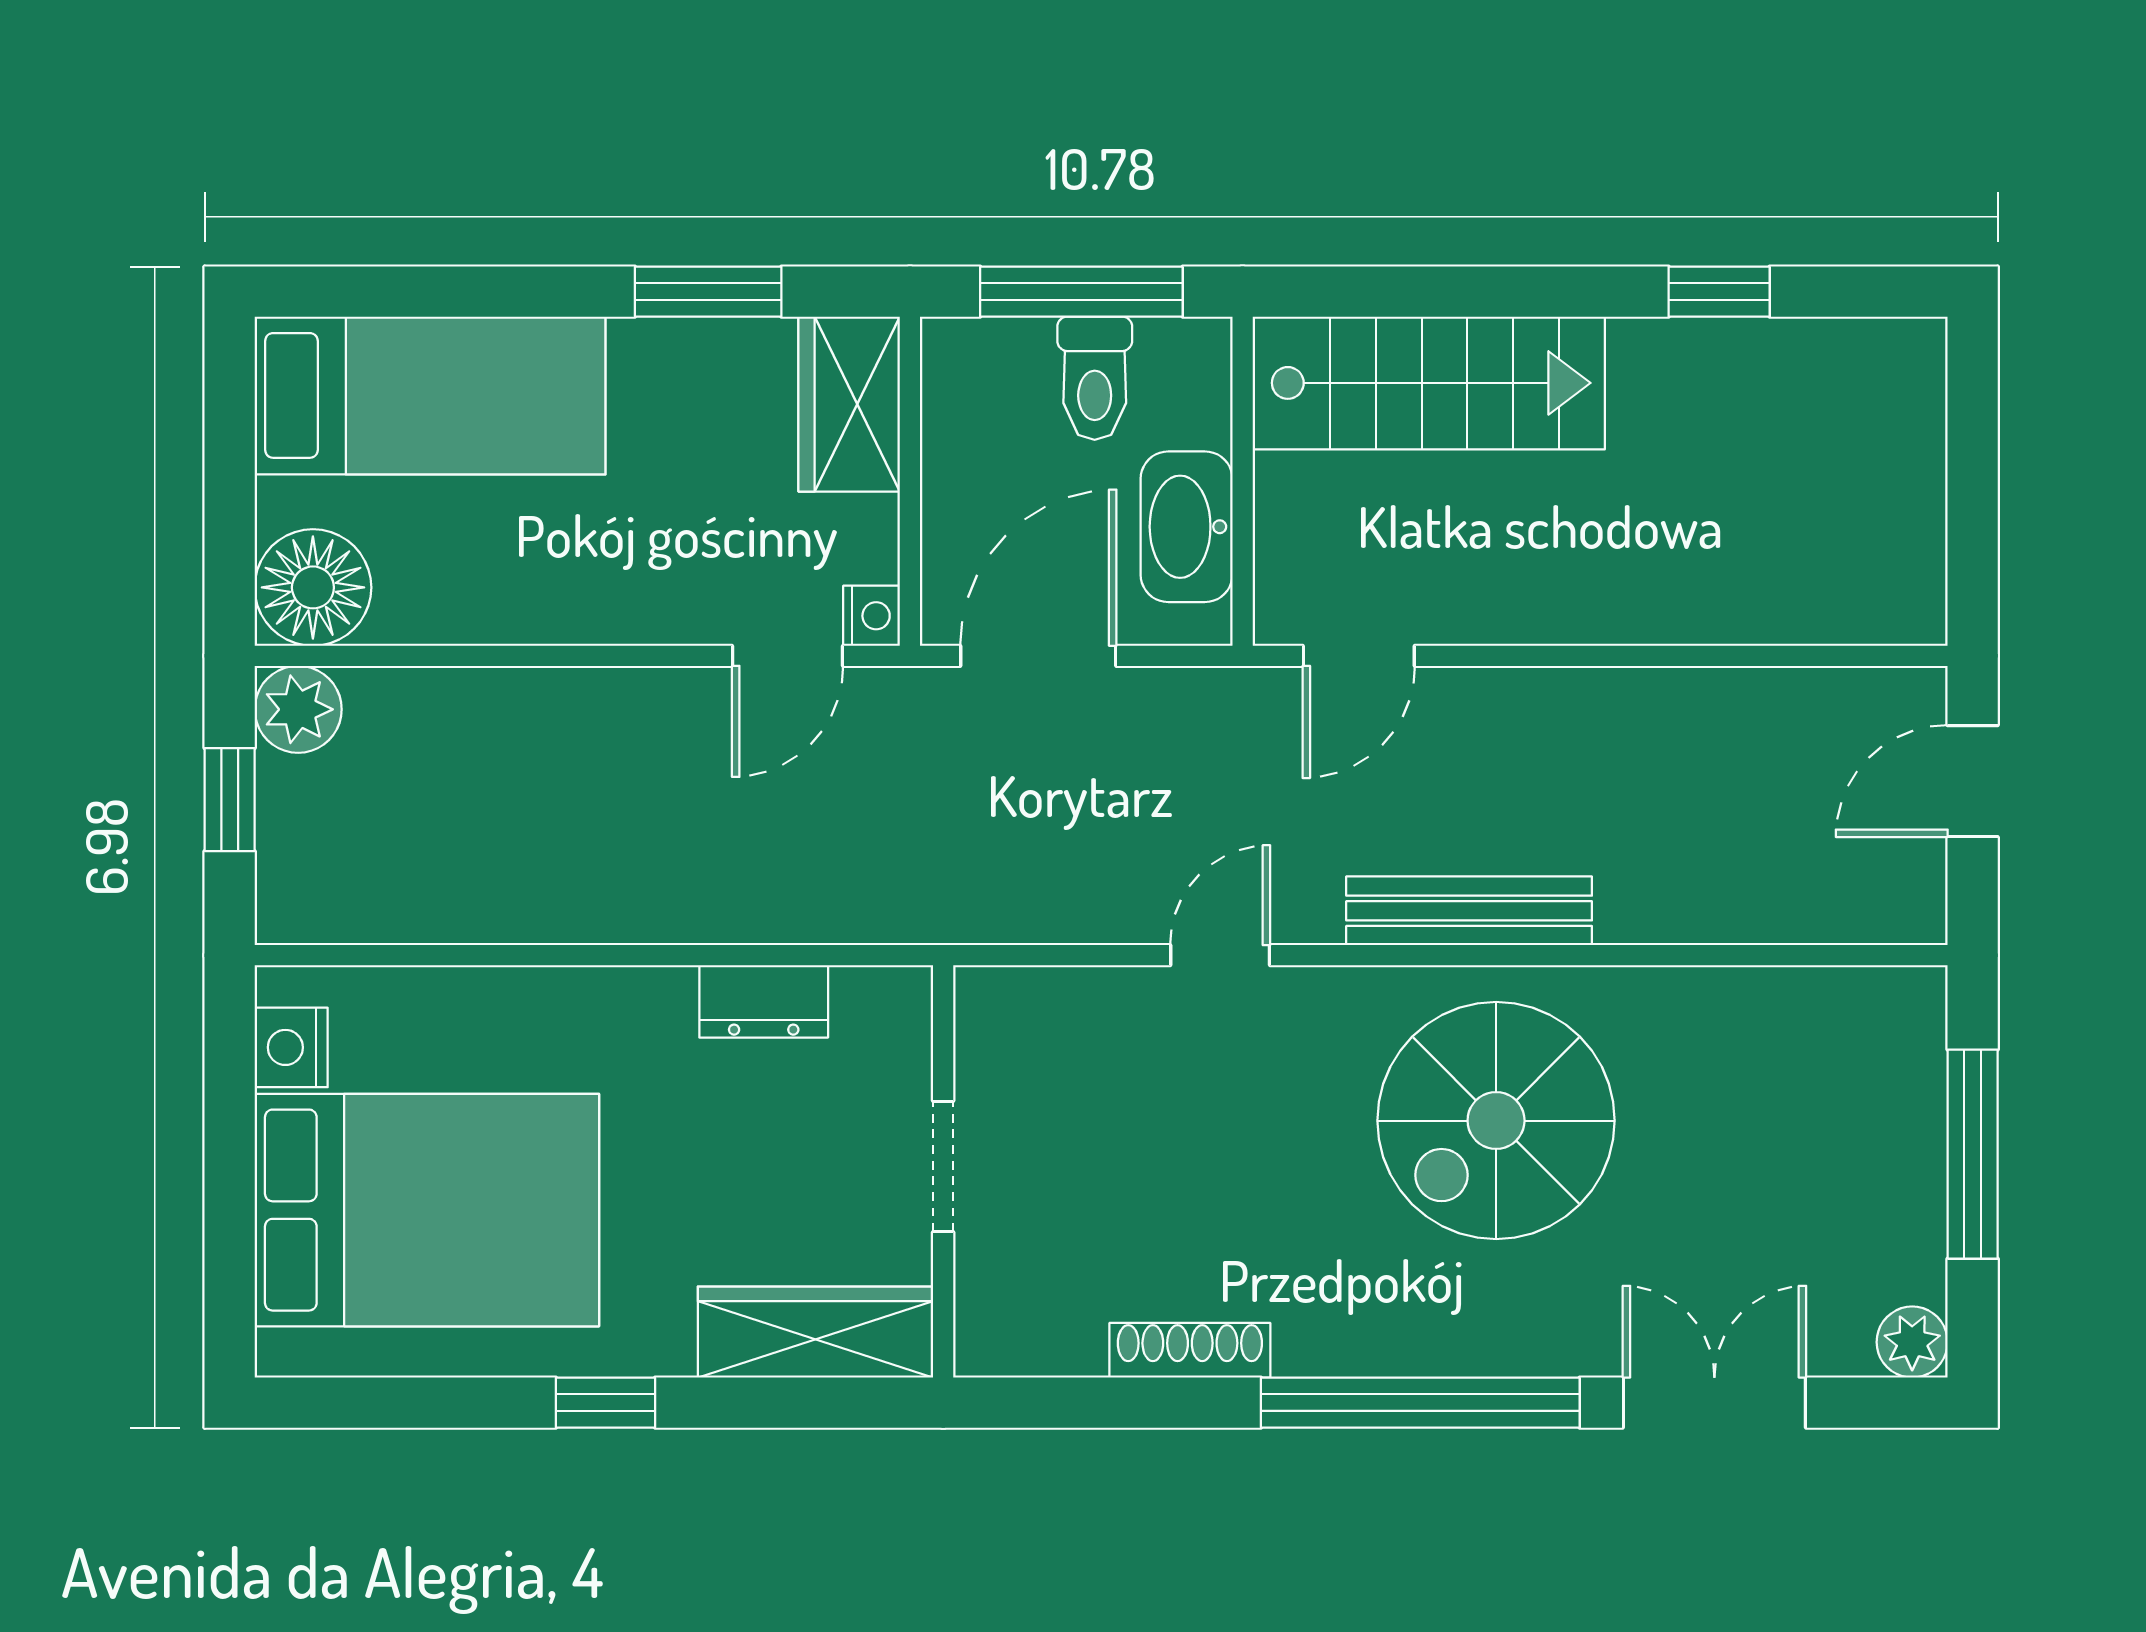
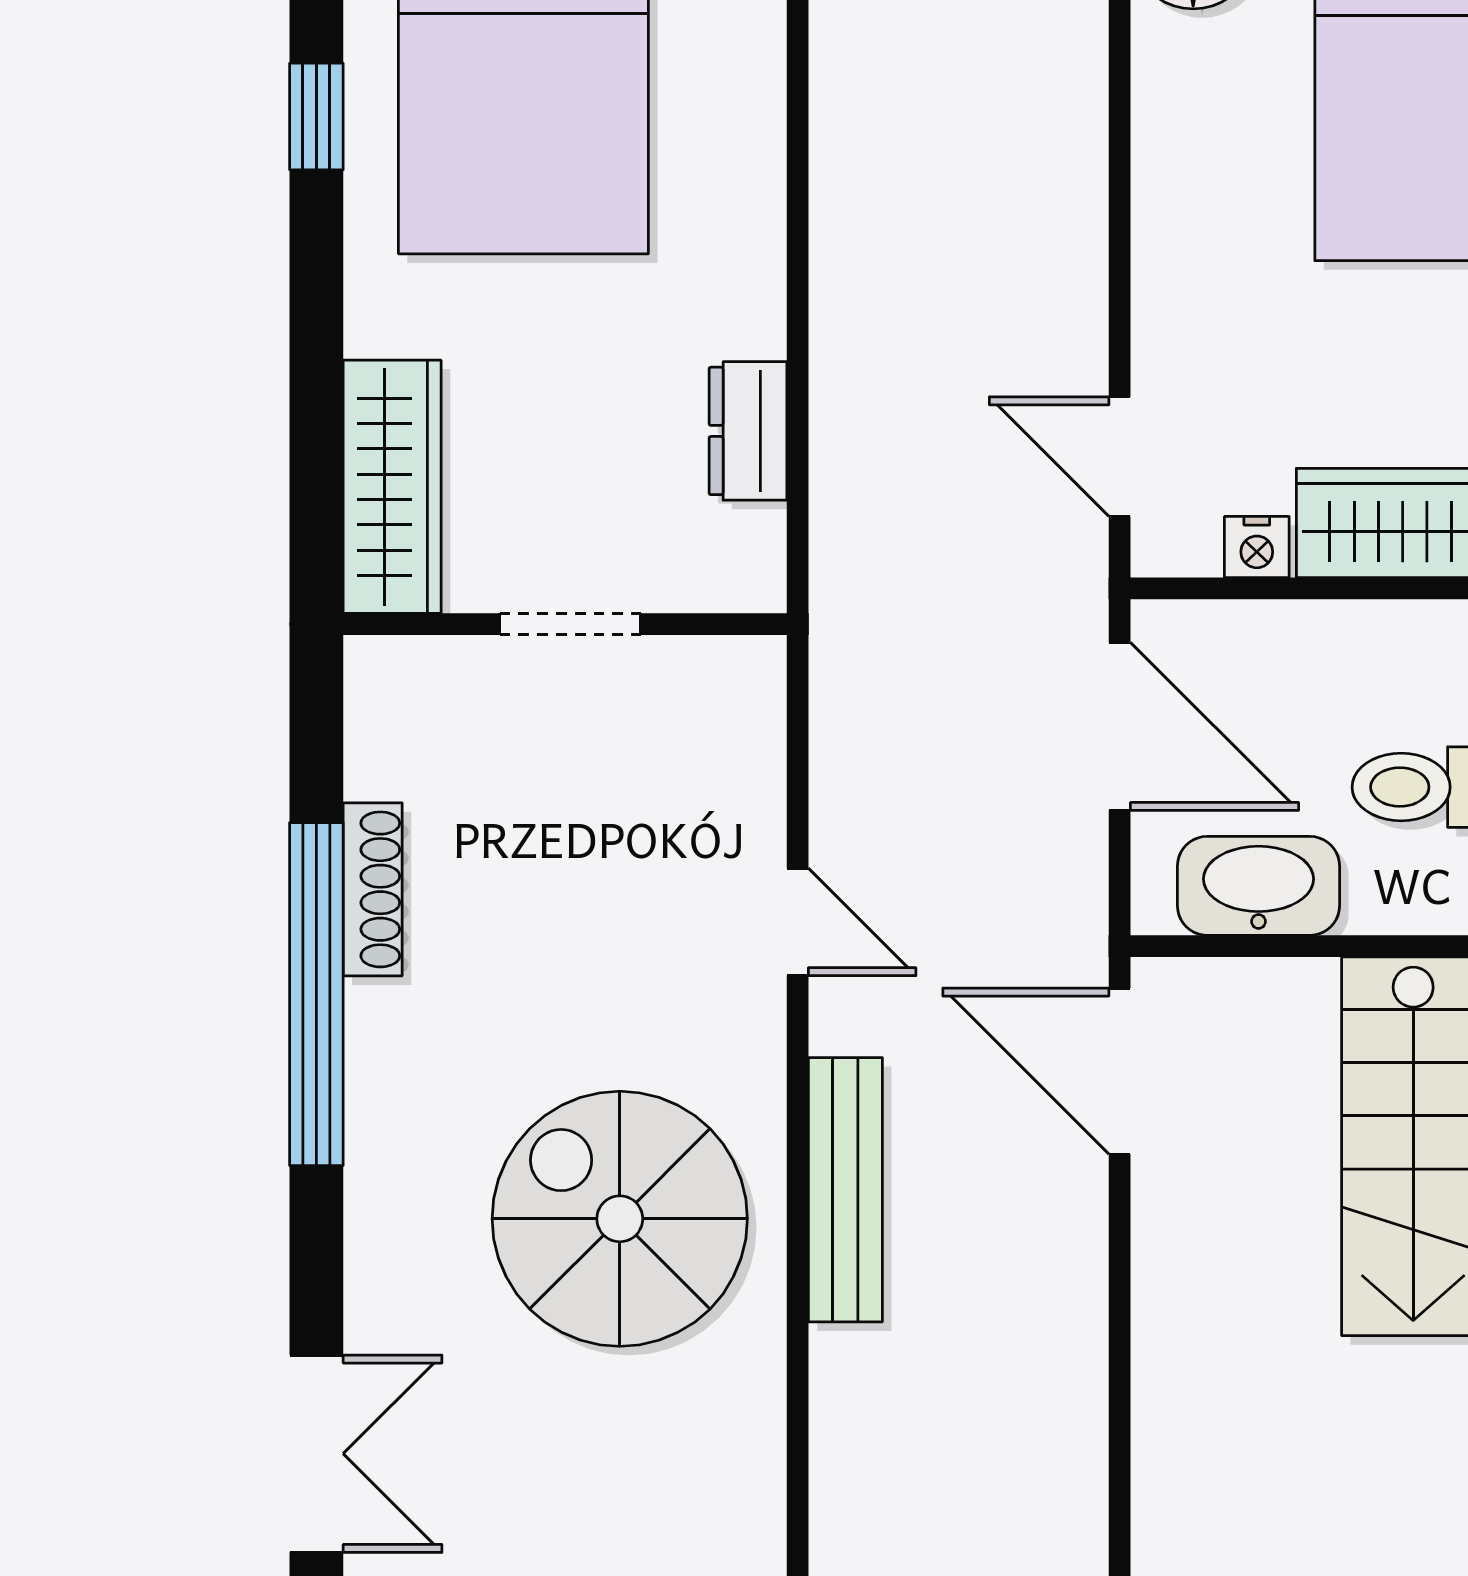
nightstand: (872, 616) -> (1257, 547), moved
door: (1359, 656) -> (1120, 1071), width x1.38
window: (605, 1403) -> (316, 117), moved
window: (1420, 1403) -> (316, 994), moved

